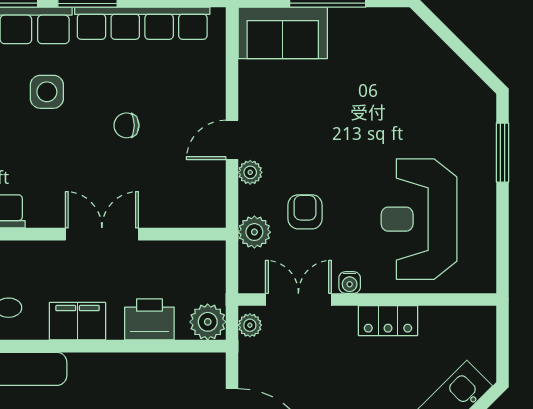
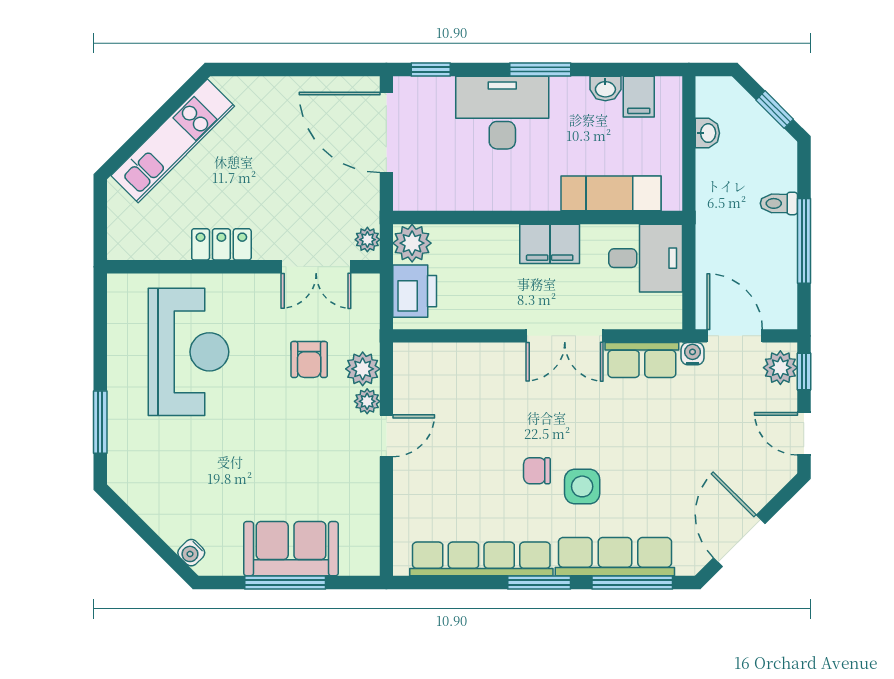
sofa: (283, 33) -> (291, 549), moved
chair: (127, 125) -> (537, 471), moved, turned 180
plant: (254, 232) -> (363, 369), moved
double door: (102, 234) -> (565, 336), moved
water cooler: (350, 283) -> (191, 553), moved, turned -135
printer: (149, 319) -> (415, 291), moved, turned -90

